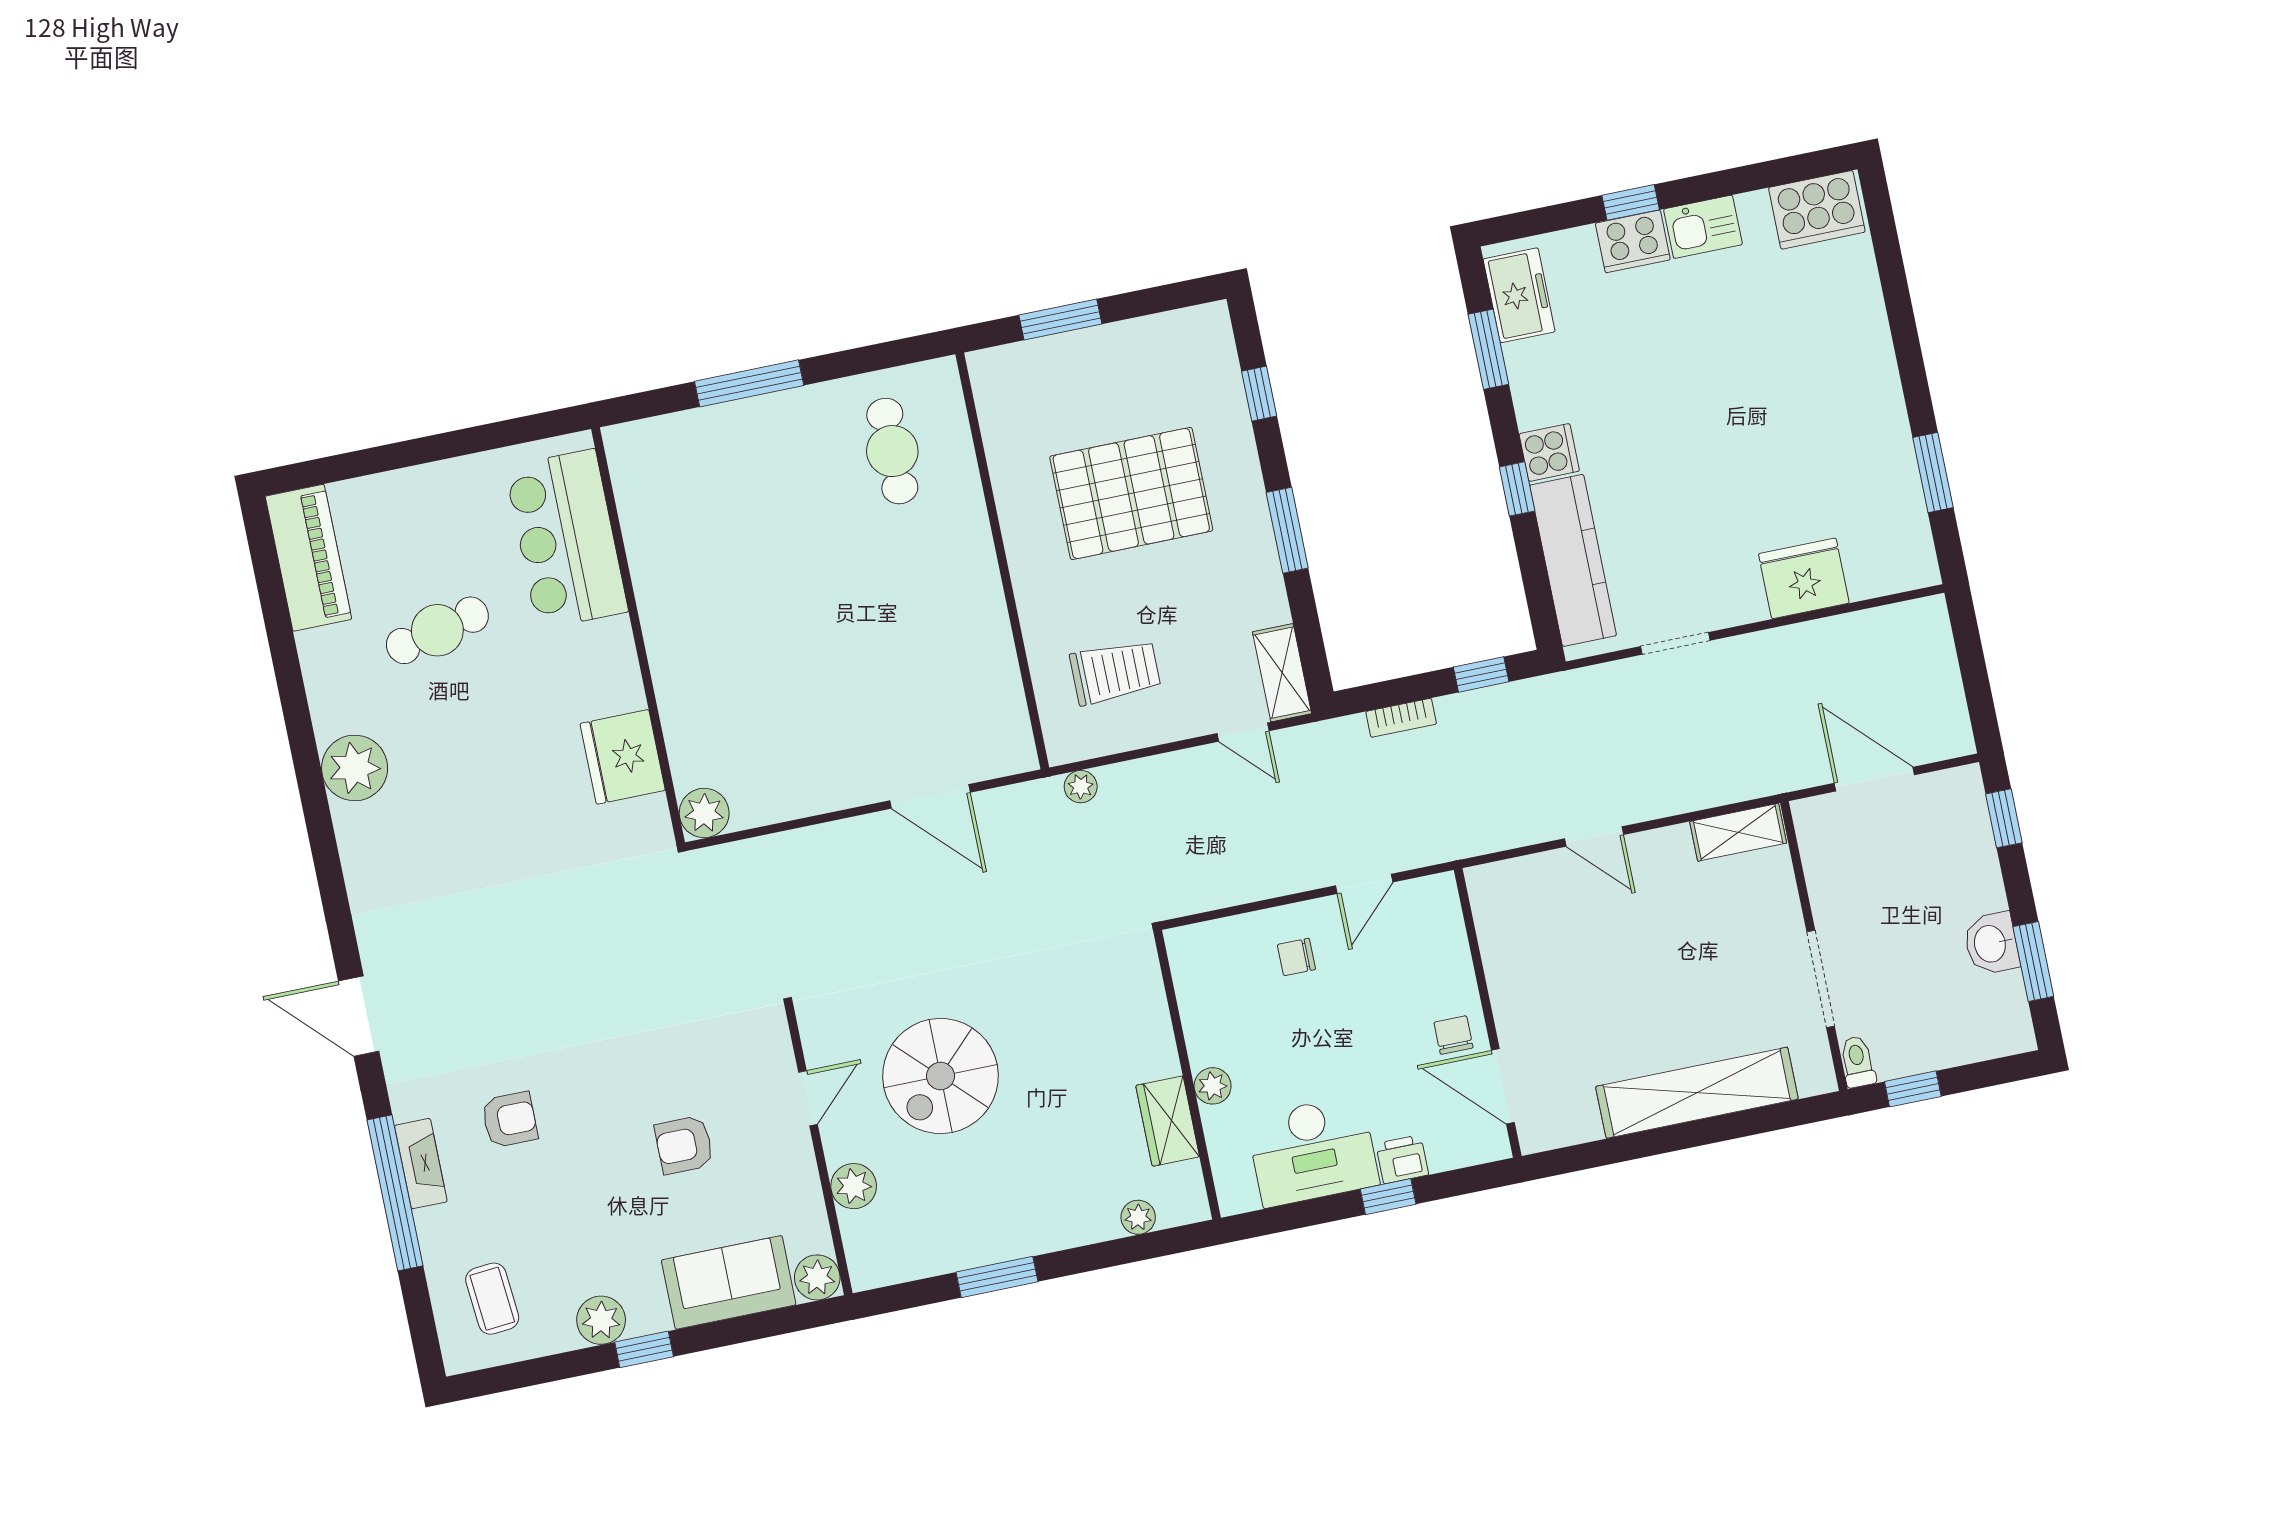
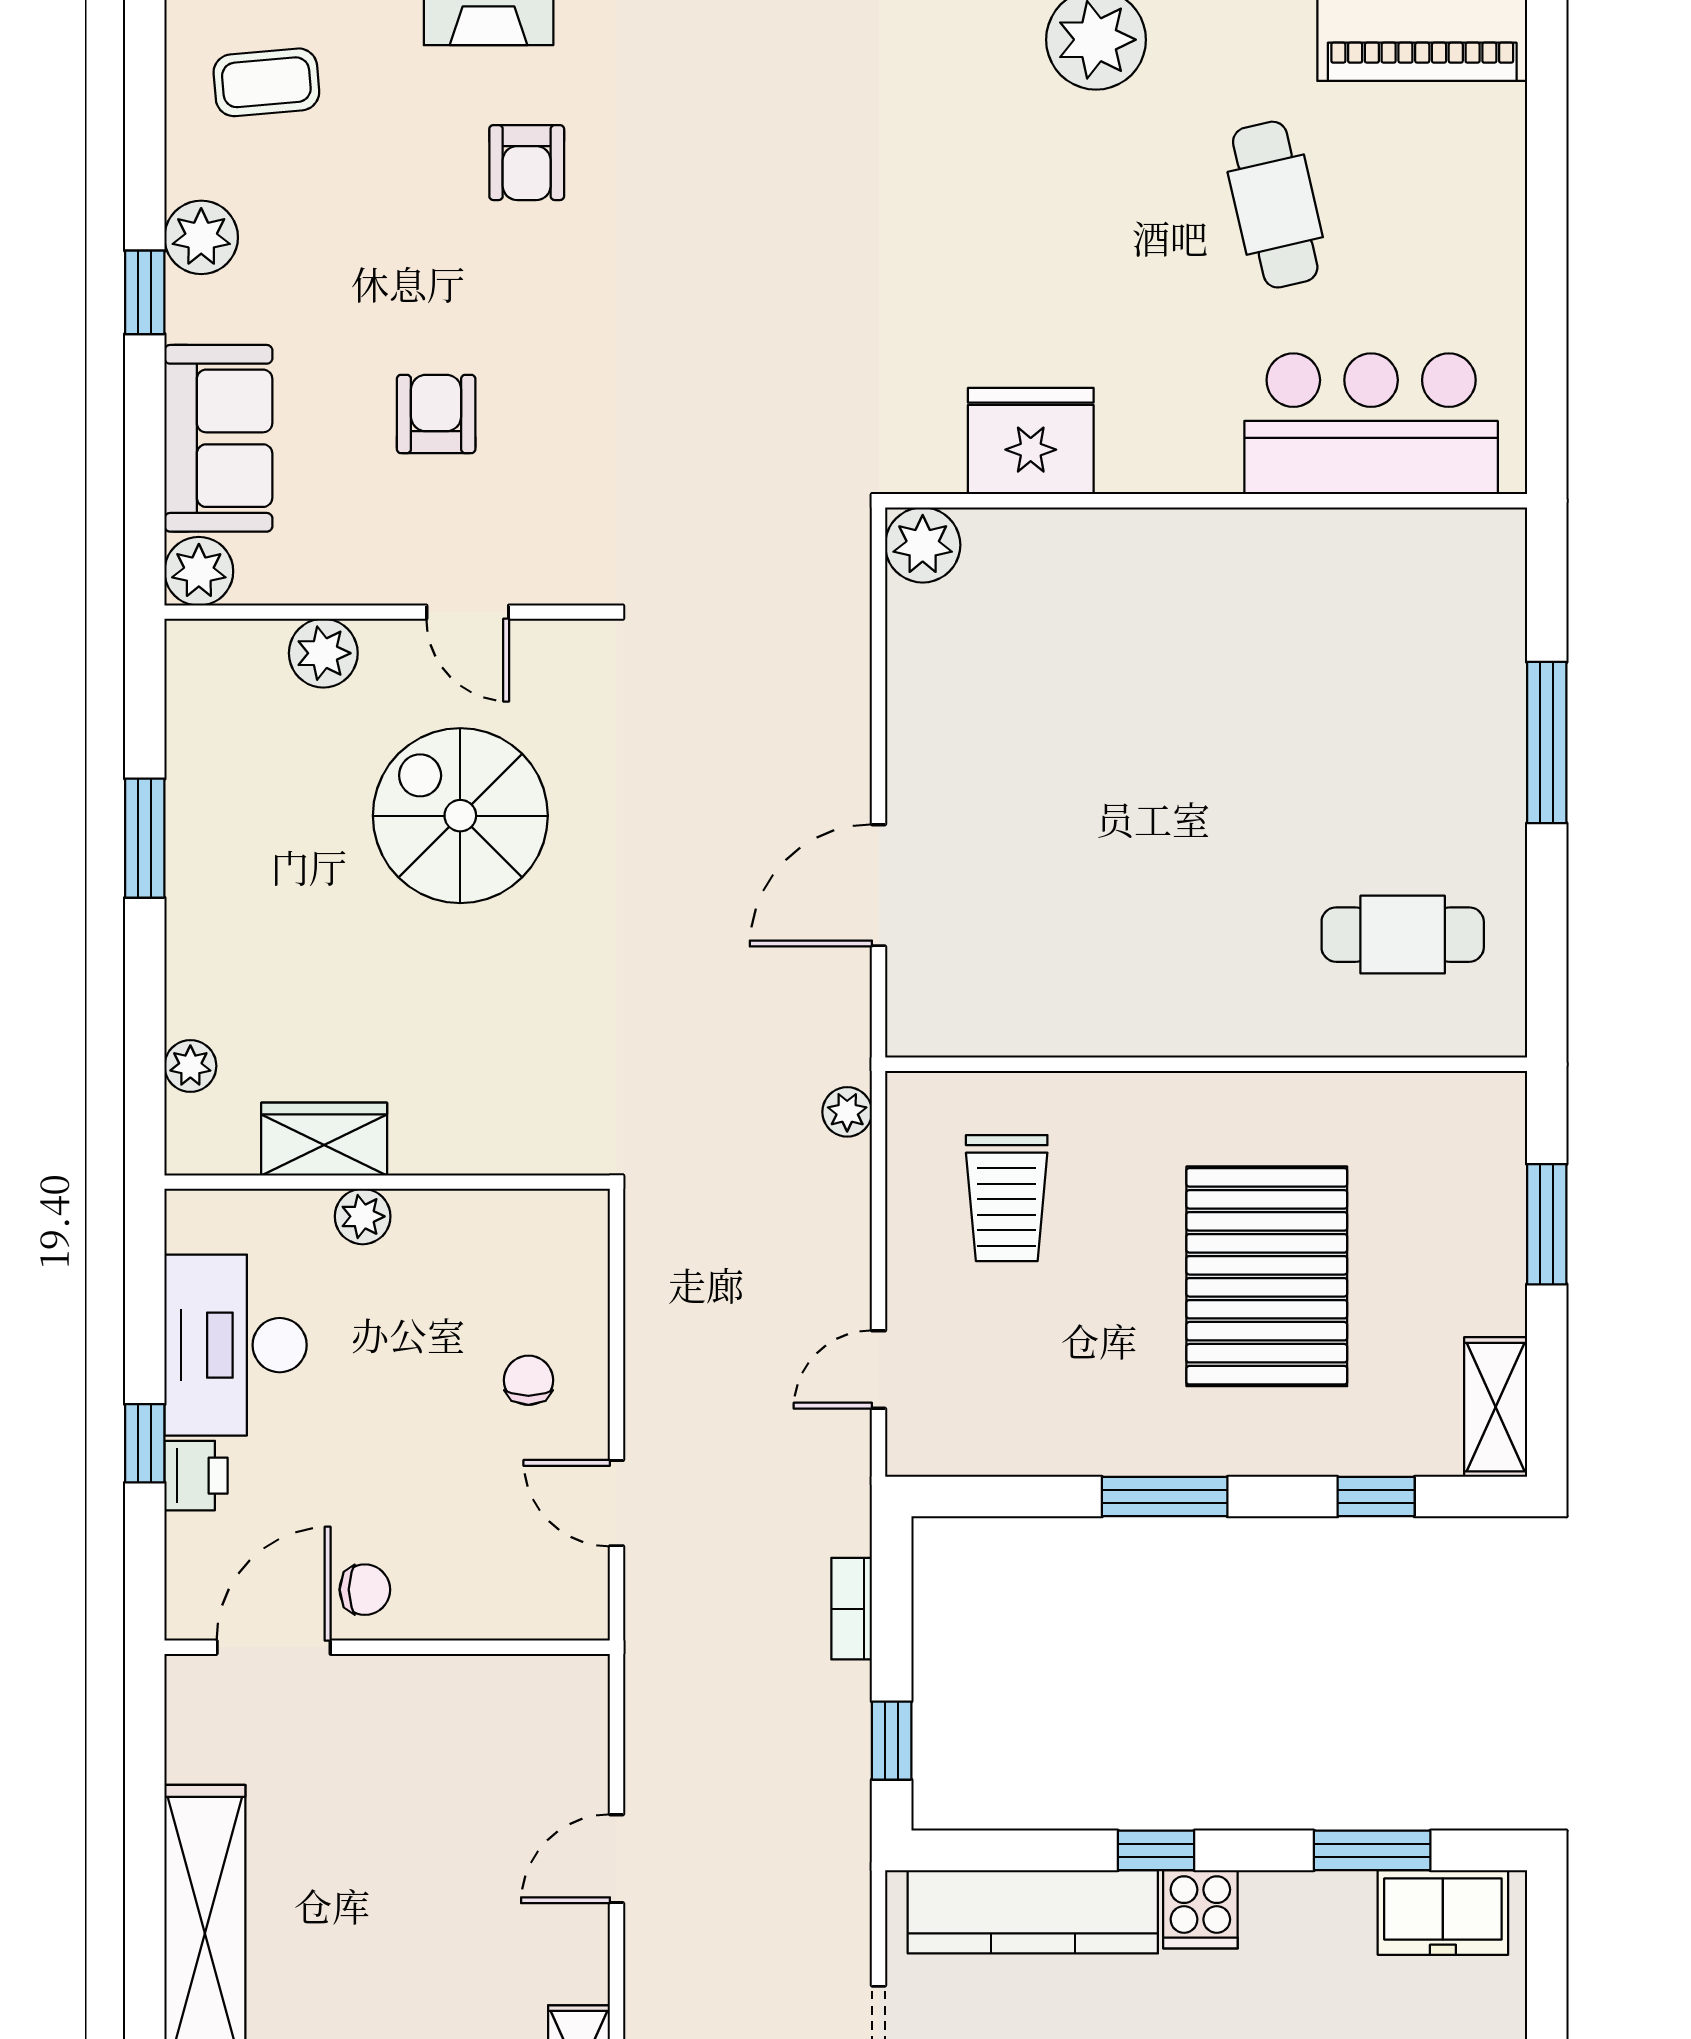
shelving: (1282, 673) -> (1496, 1407), moved, turned 90

